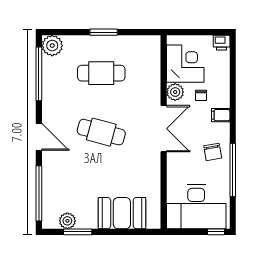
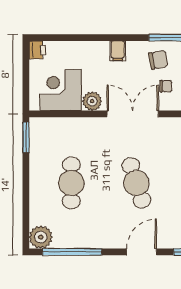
window: (104, 32) -> (26, 137), moved
chair: (201, 95) -> (166, 86), moved
cafe table: (101, 132) -> (136, 183), turned -33

